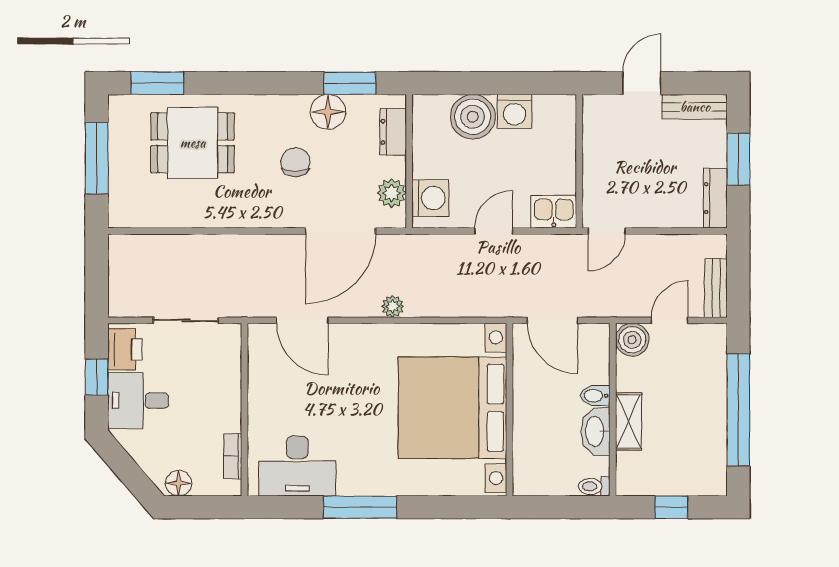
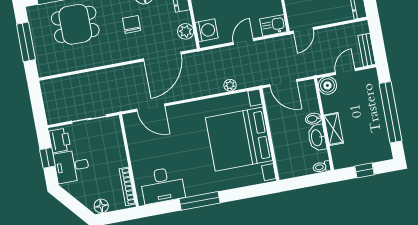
plant: (393, 306) -> (230, 85), moved
bookcase: (233, 456) -> (127, 186), width x1.56

